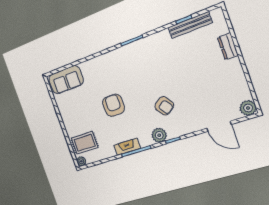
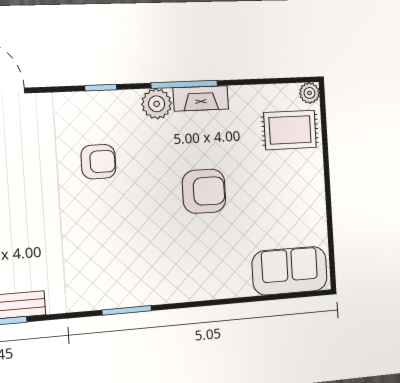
armchair: (114, 105) -> (204, 191), turned -90
armchair: (164, 106) -> (98, 162), turned 126
plant: (159, 135) -> (157, 104), moved

